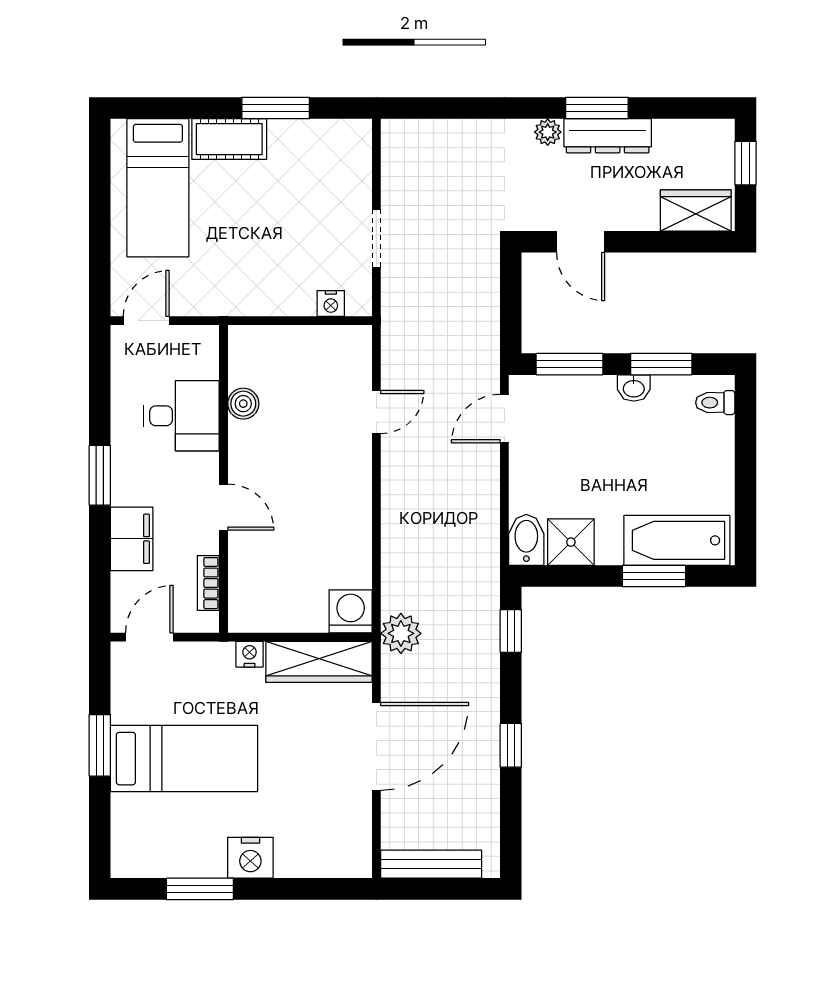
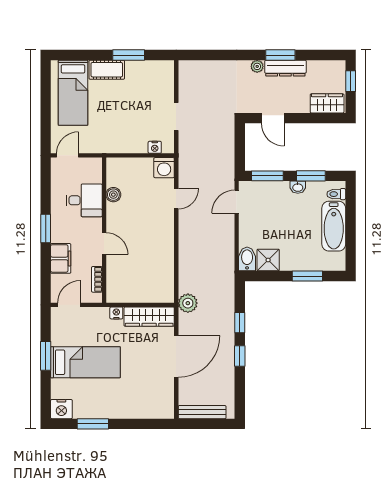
bathtub: (677, 540) -> (334, 226), moved, turned -90
washing machine: (351, 611) -> (164, 168), moved, turned 180
window: (511, 631) -> (240, 323), moved
nightstand: (250, 858) -> (61, 409), moved

